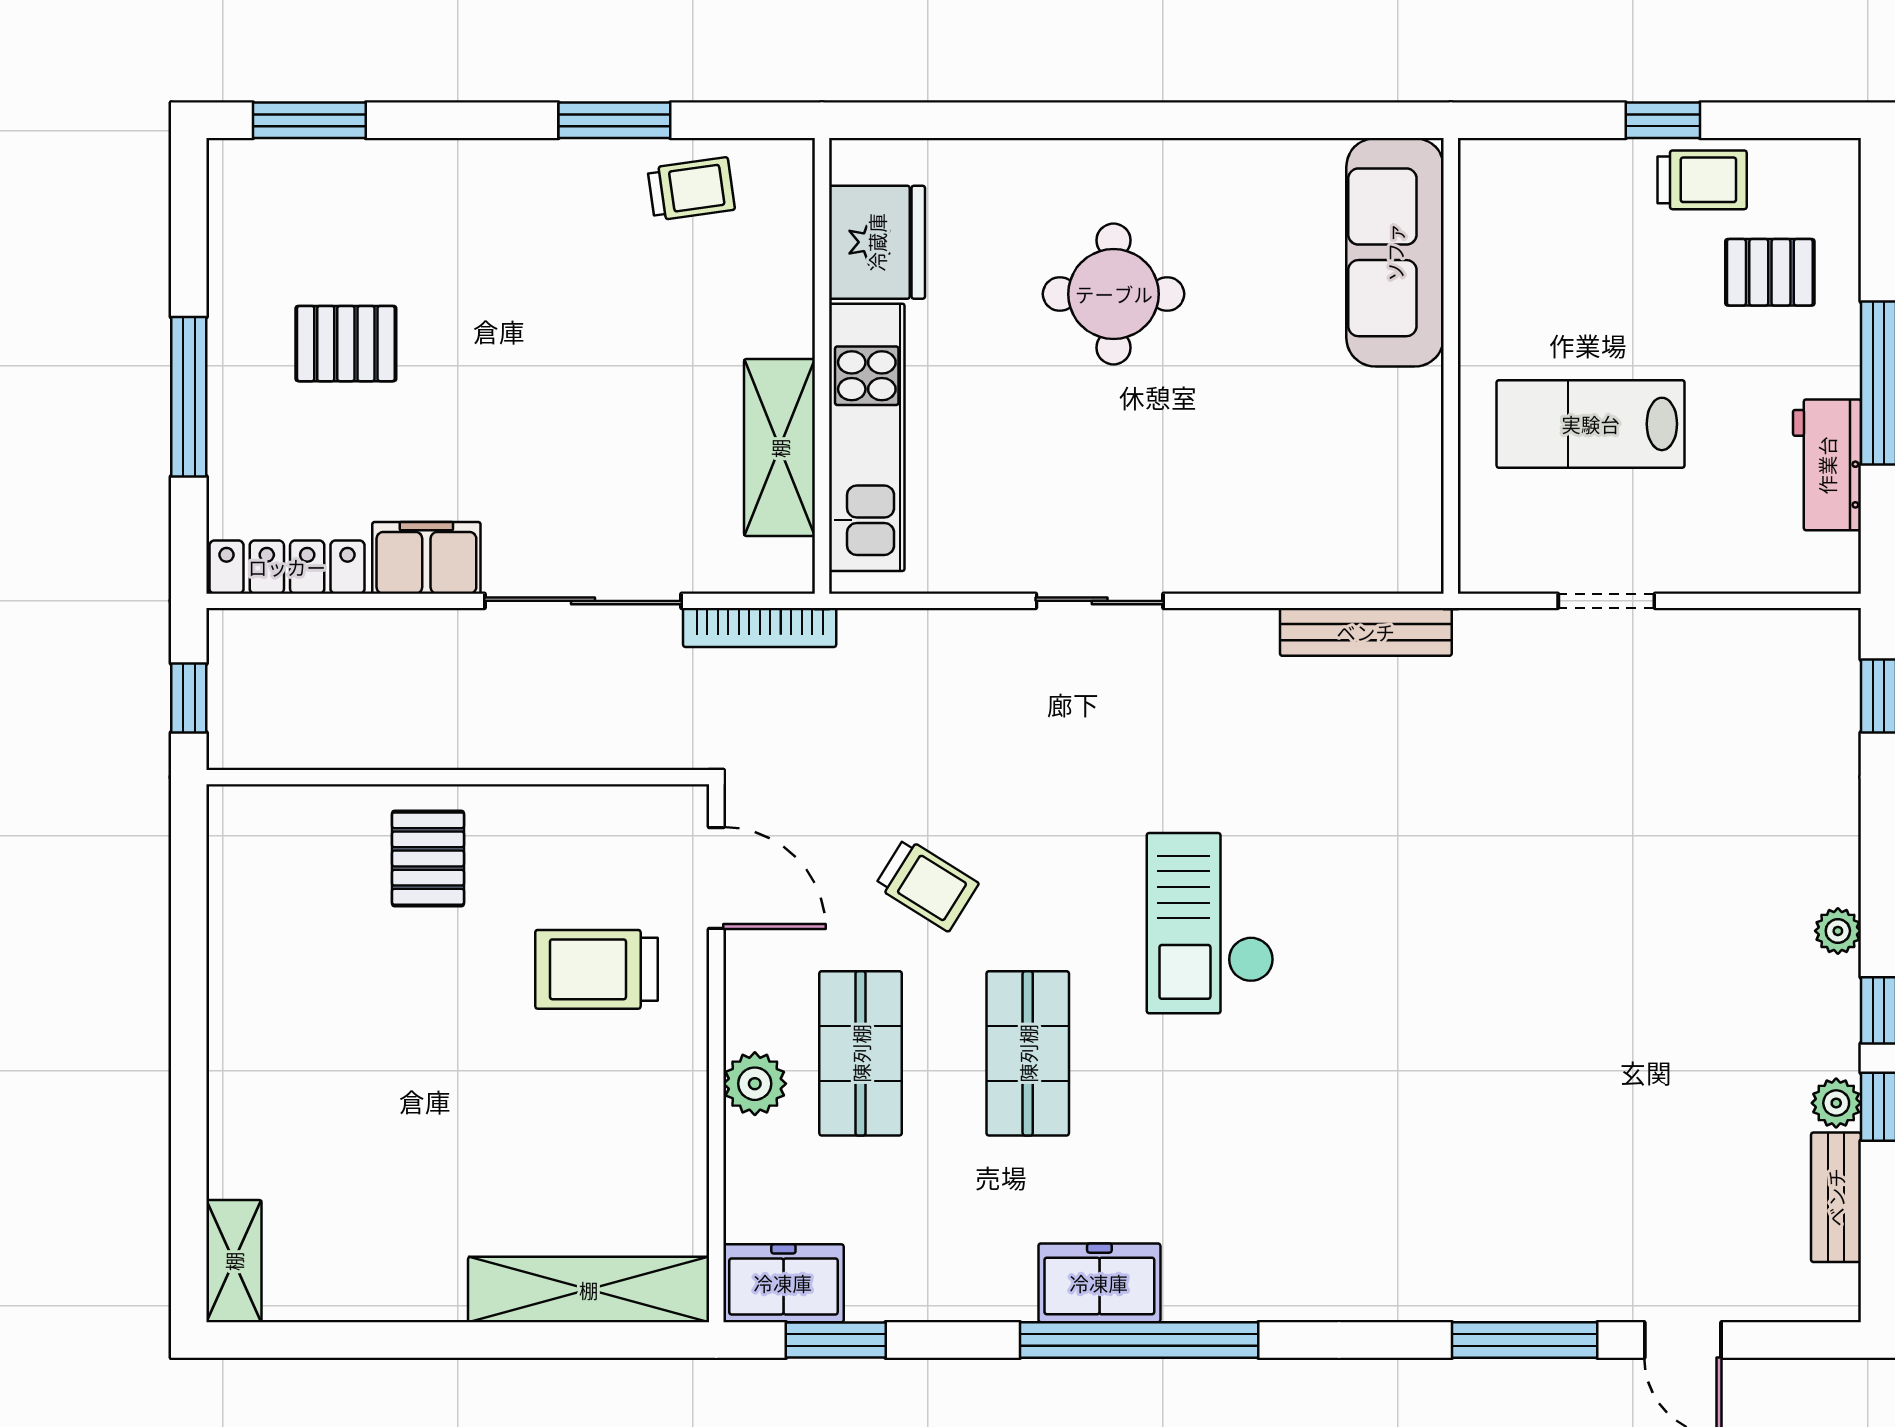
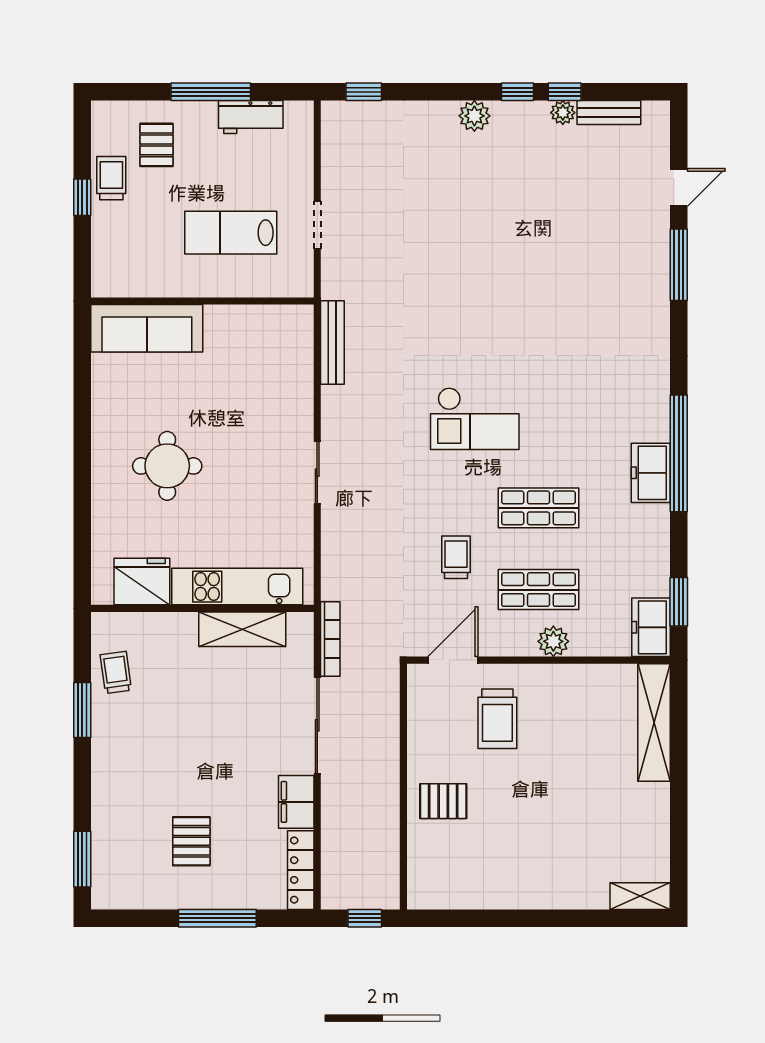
lab bench: (1591, 424) -> (231, 233), turned 90
trolley: (927, 885) -> (456, 557), turned -32
plant: (1838, 931) -> (474, 116), width x1.38, depth x1.38

